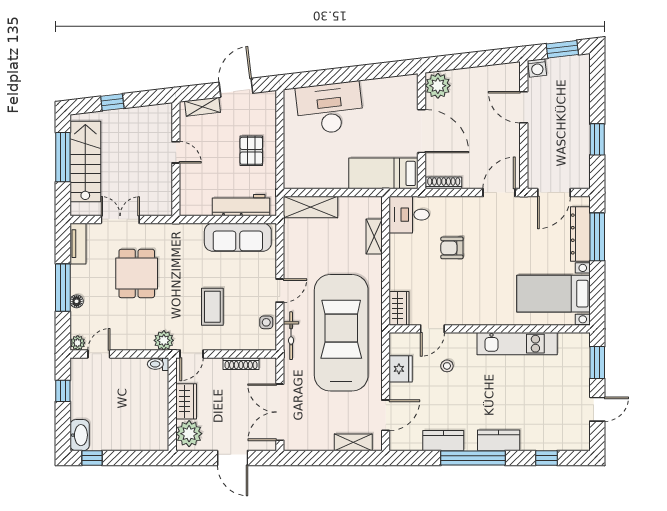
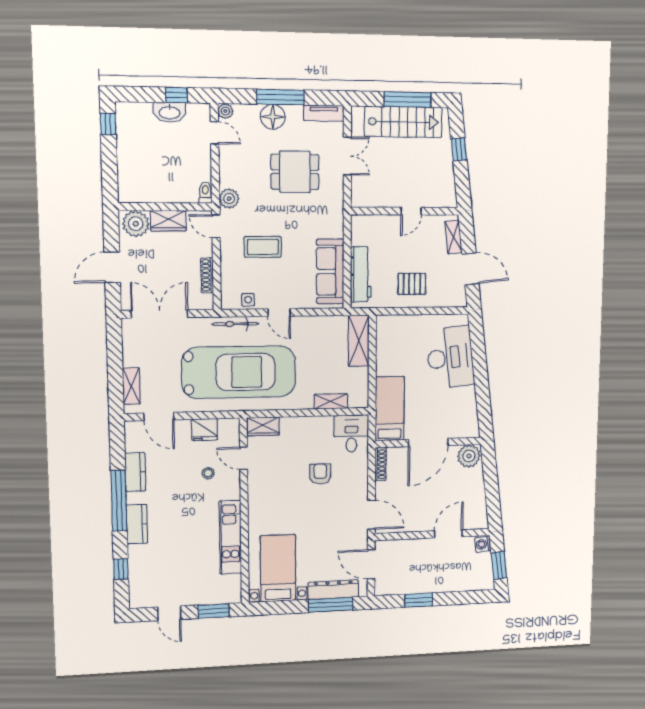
floor lamp: (77, 301) -> (273, 117), width x1.89, depth x1.89
washbasin: (80, 435) -> (170, 112), moved

